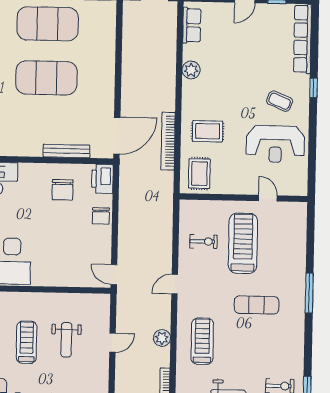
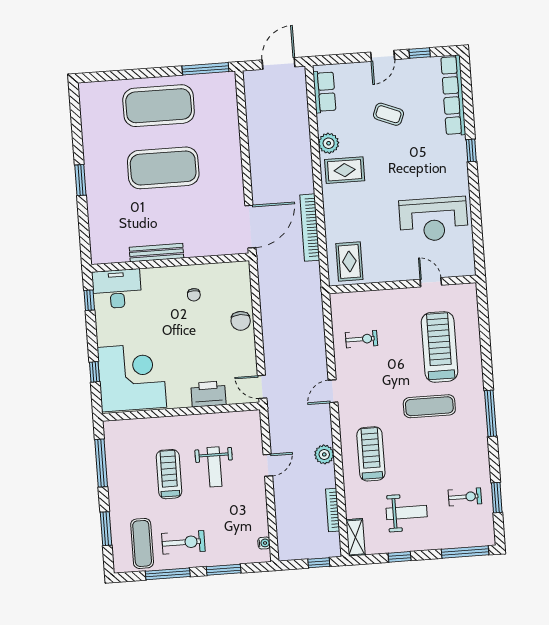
coffee table: (280, 101) -> (388, 114), moved
rug: (208, 131) -> (345, 170), moved
bench: (67, 151) -> (156, 253), moved
printer: (102, 179) -> (208, 394), moved, turned 90
chair: (63, 190) -> (194, 295), width x0.54, depth x0.54
treadmill: (243, 243) -> (440, 347), moved
window: (309, 293) -> (491, 413), moved

